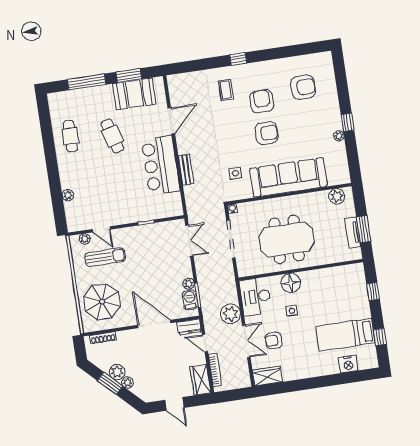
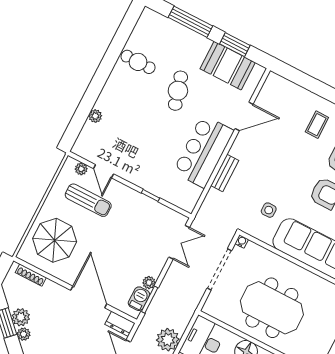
cafe table: (70, 136) -> (138, 62), turned 90

